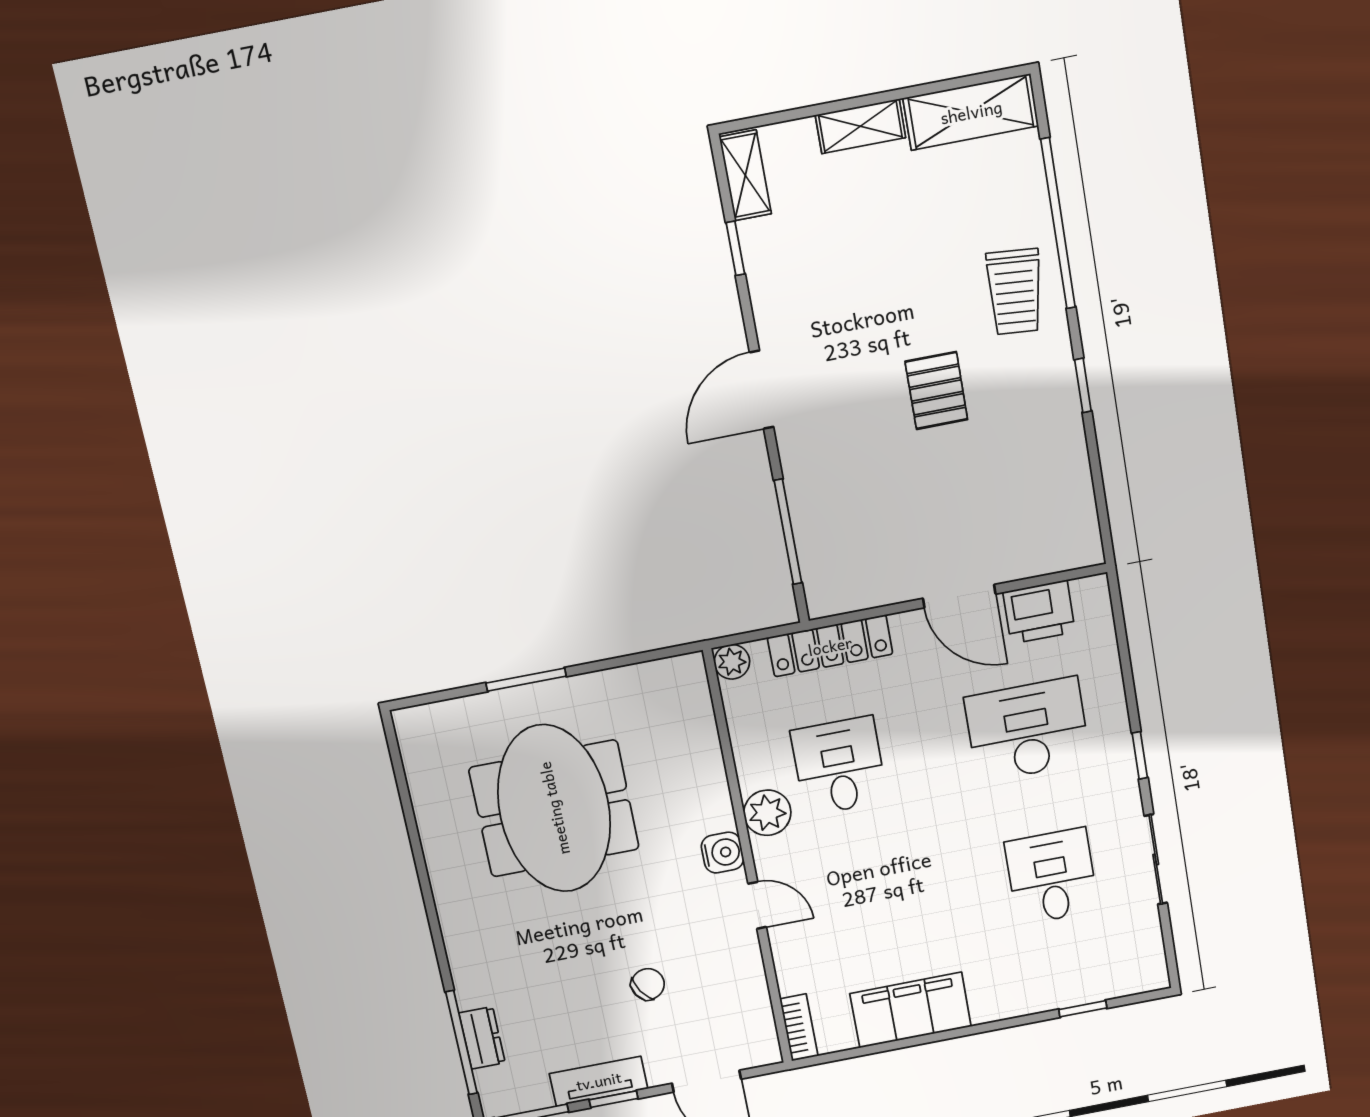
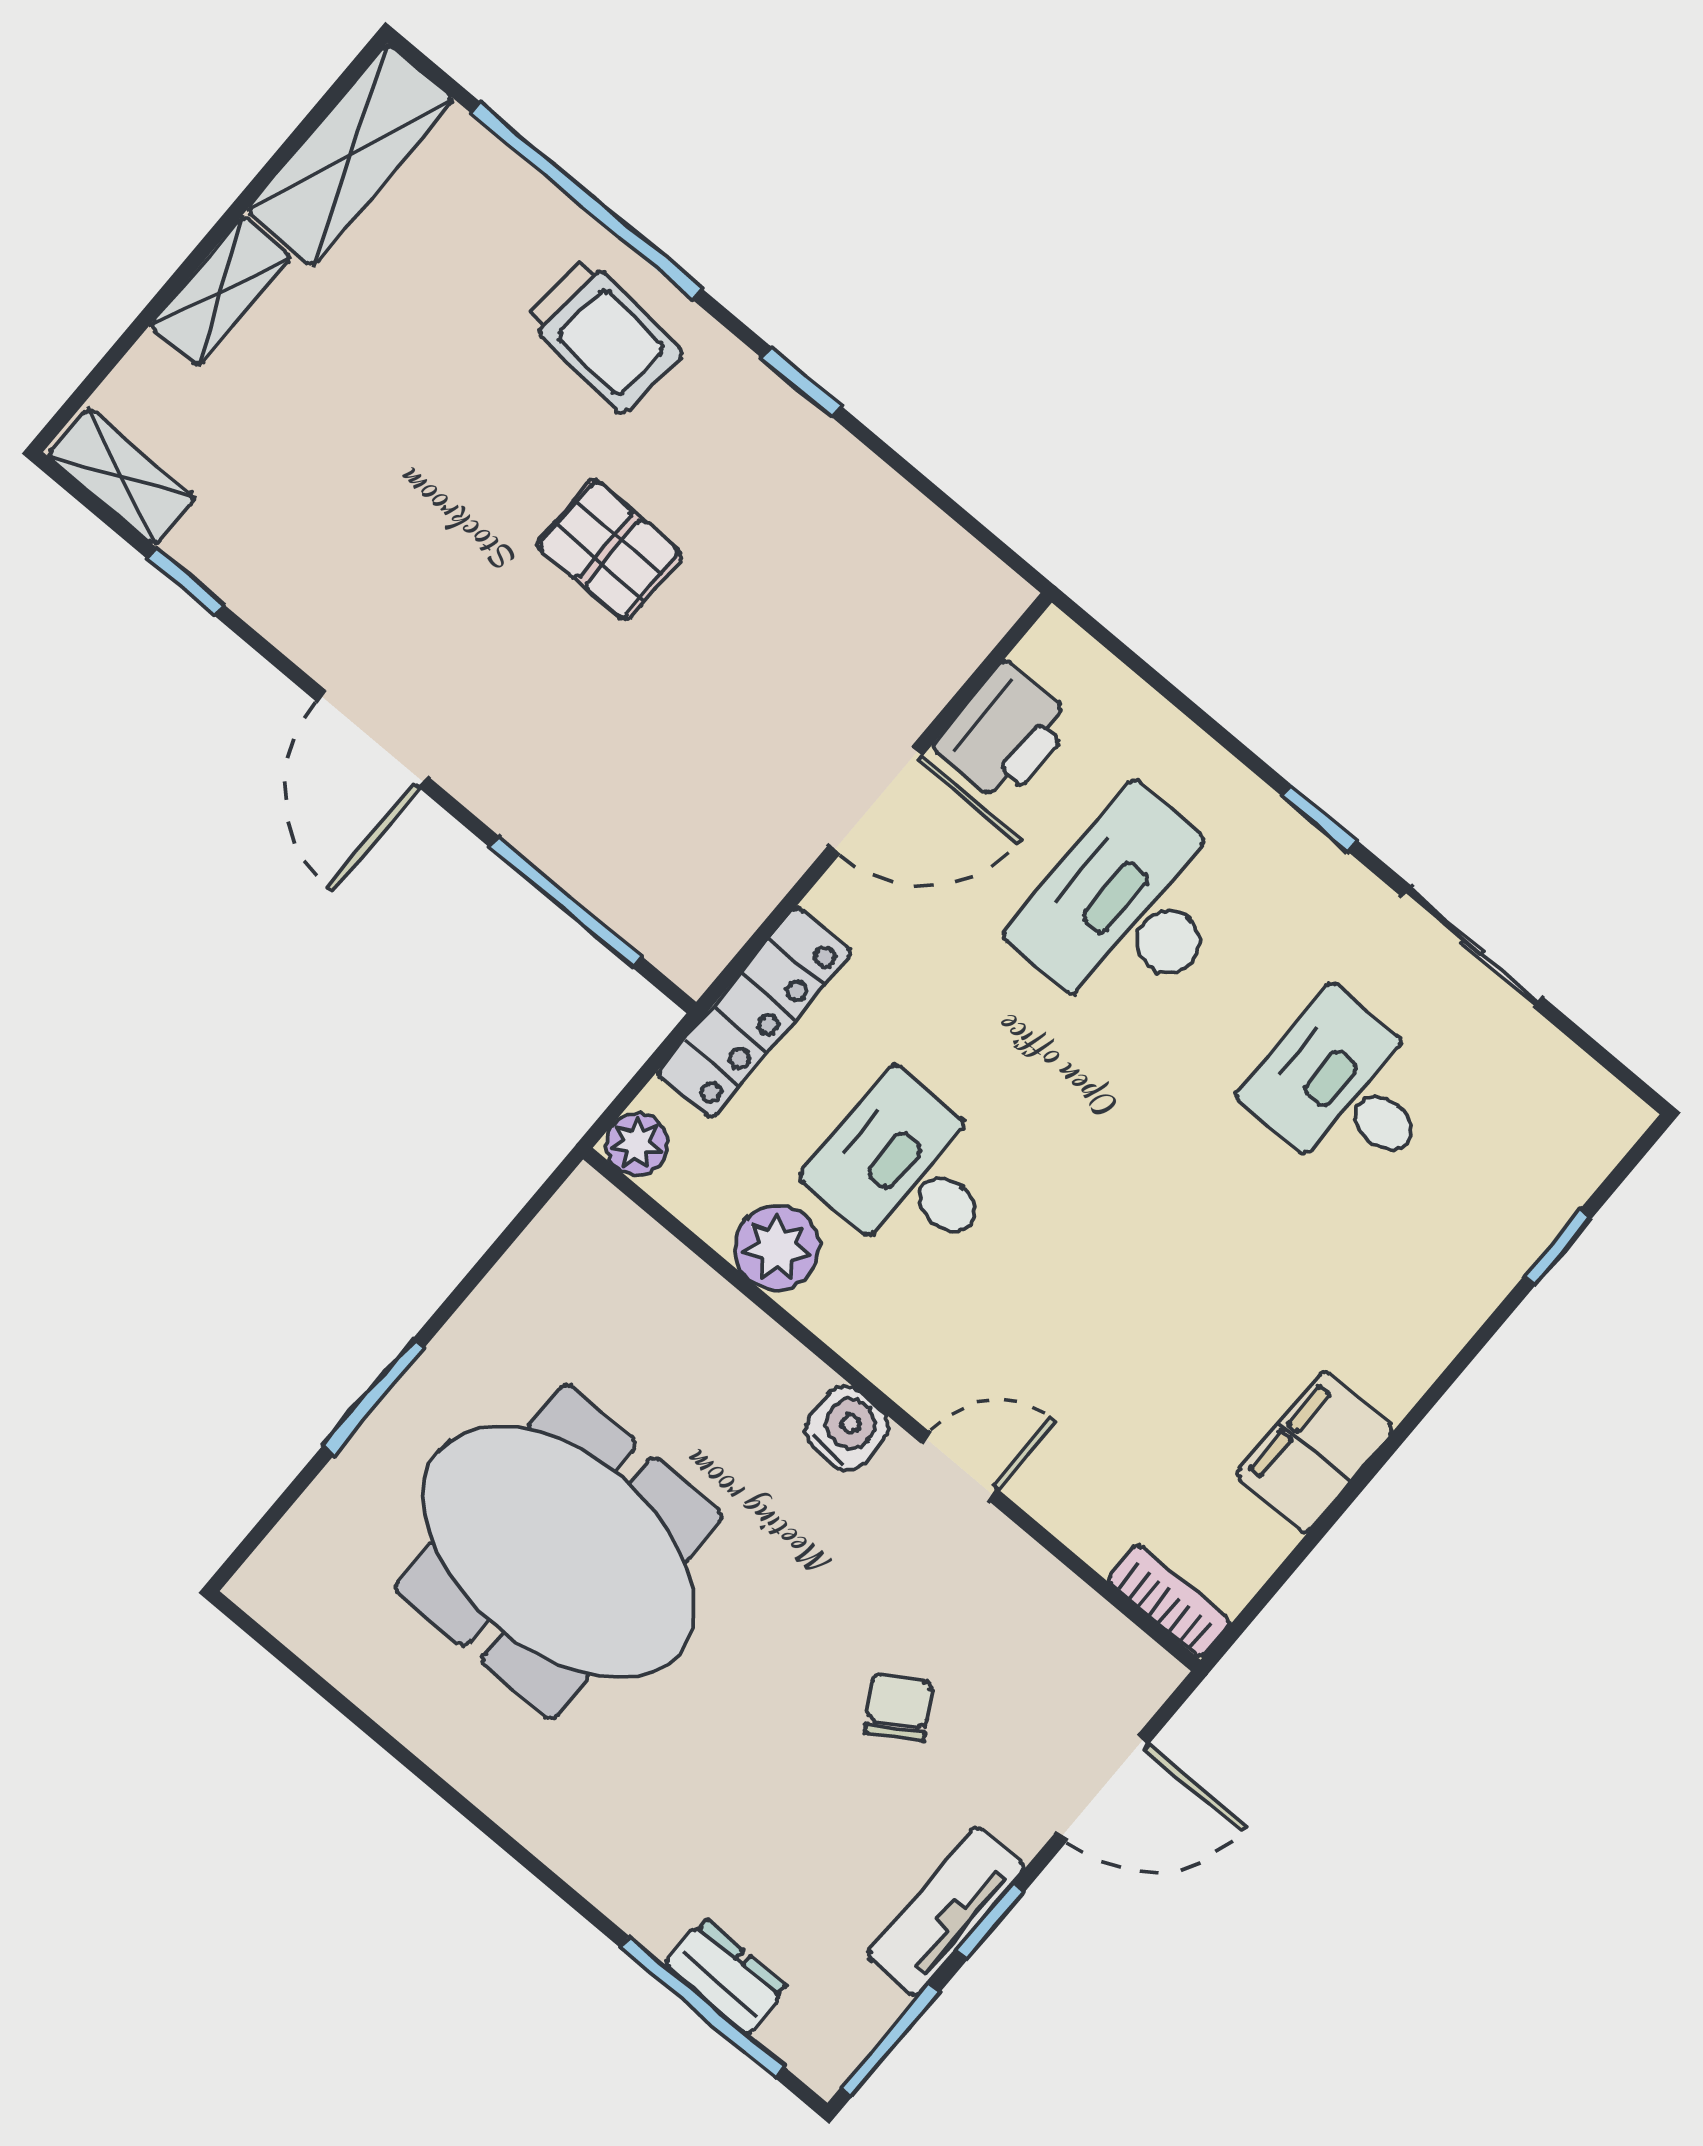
plant: (767, 813) -> (777, 1248), moved
filing cabinet: (911, 1010) -> (1315, 1452), width x0.67, depth x0.86

